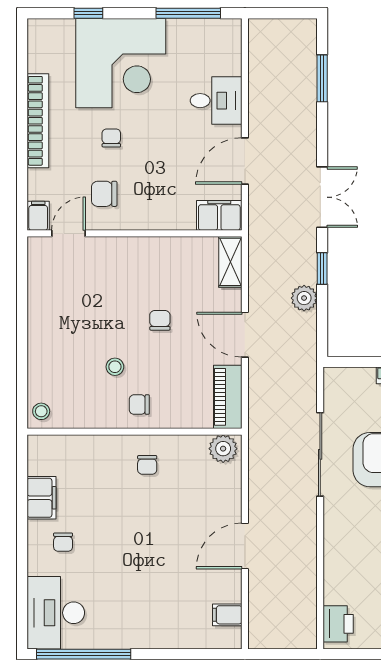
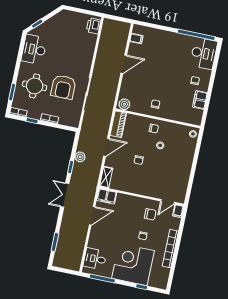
desk: (216, 101) -> (95, 259), moved
door: (245, 335) -> (106, 147), hinge flipped

